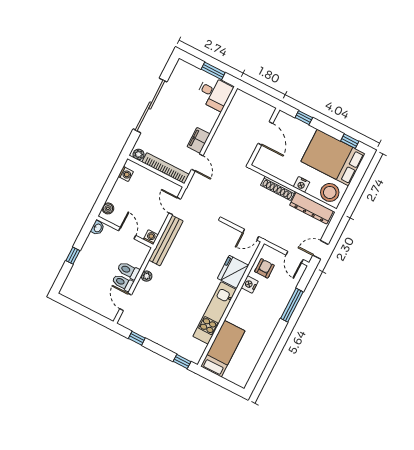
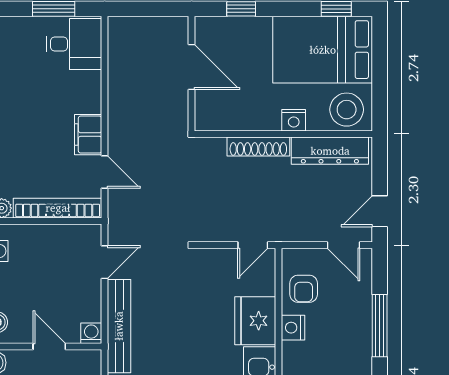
door: (175, 206) -> (105, 262), swing flipped
armchair: (264, 268) -> (304, 289), turned 180

